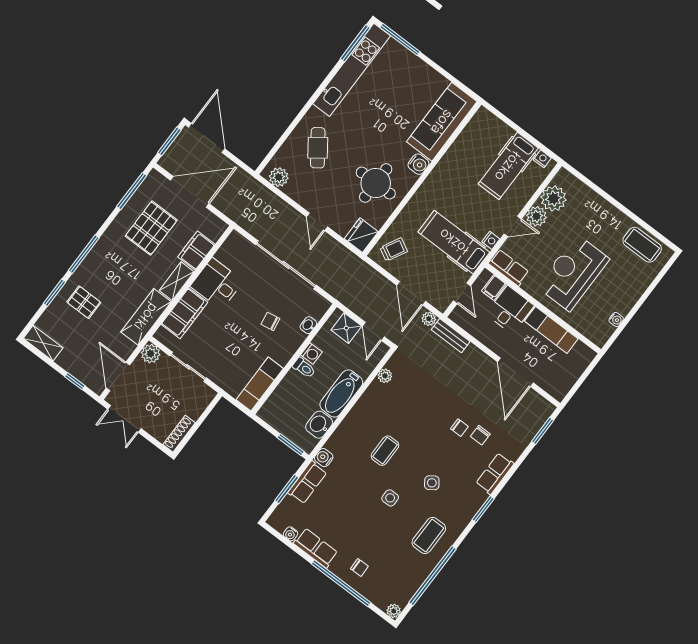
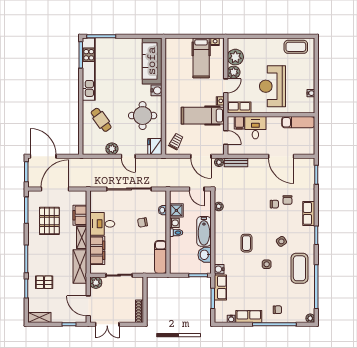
plant: (279, 177) -> (112, 149), moved
shower: (346, 328) -> (176, 210), moved
exam couch: (551, 330) -> (298, 122), moved
coffee table: (429, 535) -> (299, 268), width x1.36, depth x1.32

